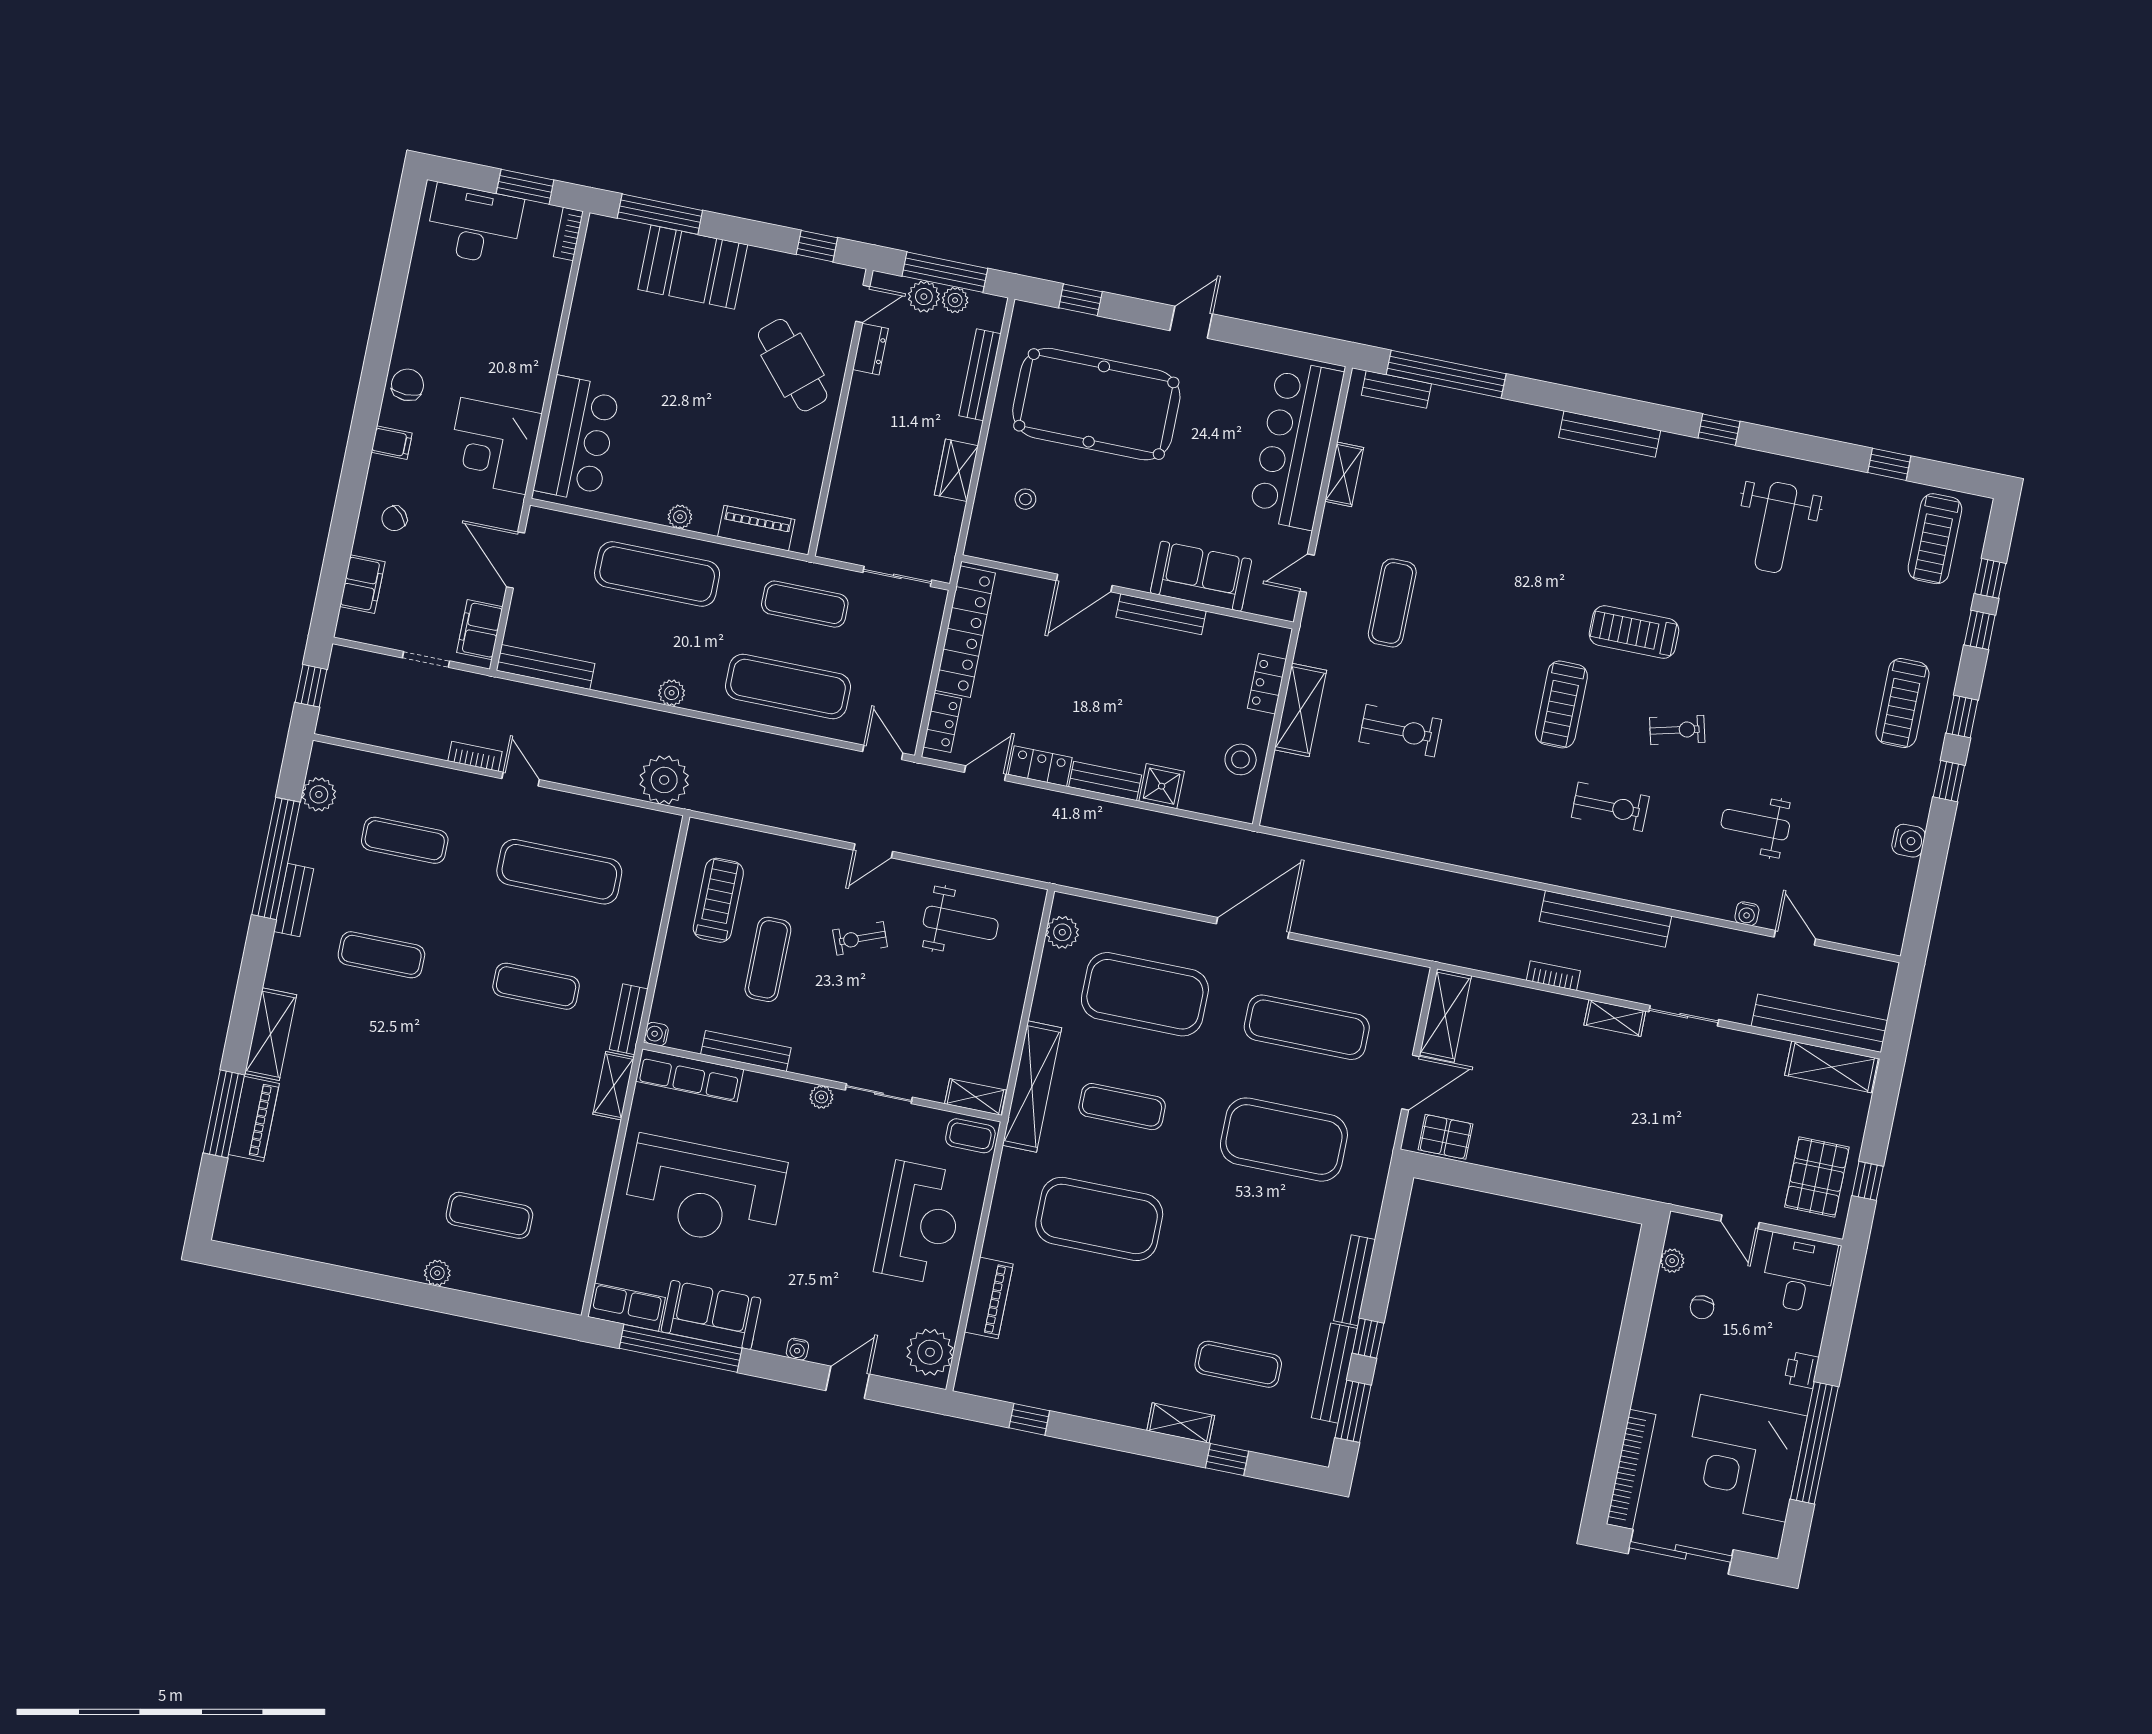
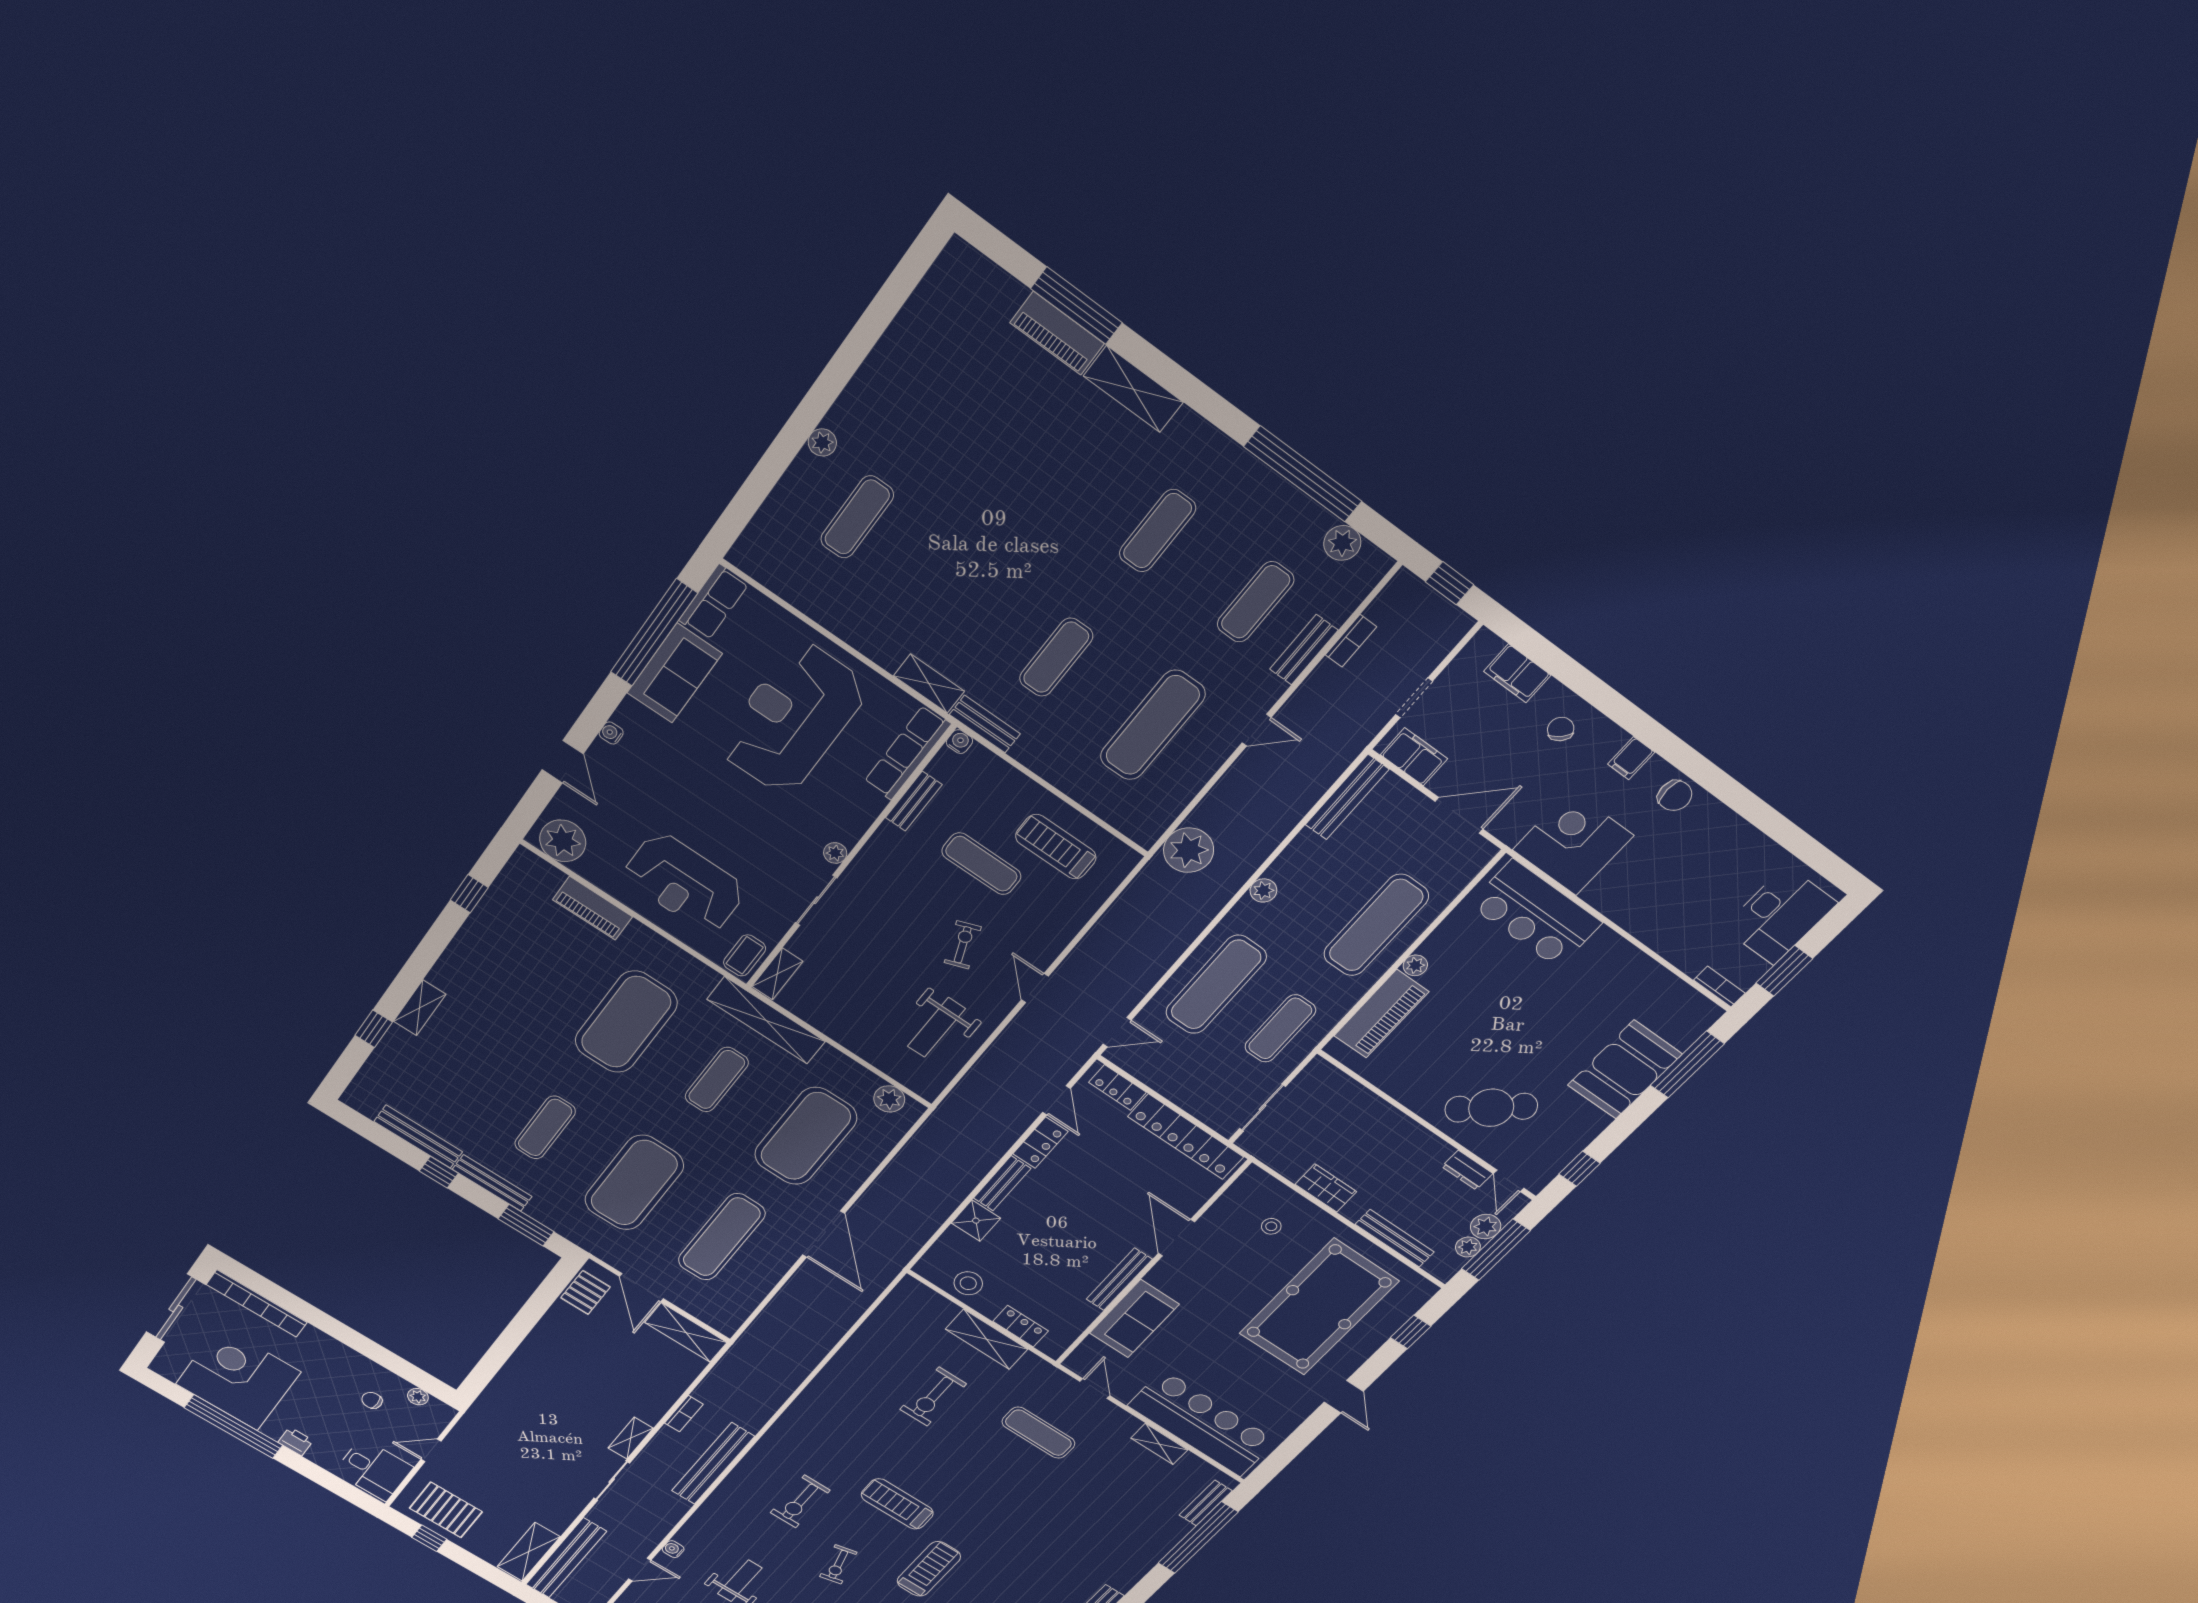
piano: (756, 528) -> (1381, 1014), width x1.37, depth x1.33
bookcase: (475, 756) -> (1351, 641), moved
bench: (294, 900) -> (1304, 650), moved, turned 90
treadmill: (718, 900) -> (1056, 847), turned 180
bench: (746, 1051) -> (914, 801), width x0.73
exercise mat: (1238, 1364) -> (545, 1127), moved
window: (1353, 1411) -> (526, 1225), moved

